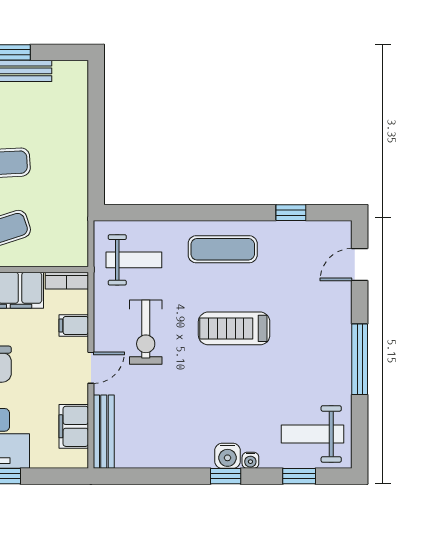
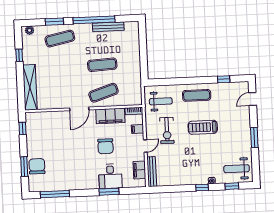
window: (360, 359) -> (254, 138), width x0.69
water cooler: (227, 456) -> (202, 179), removed

